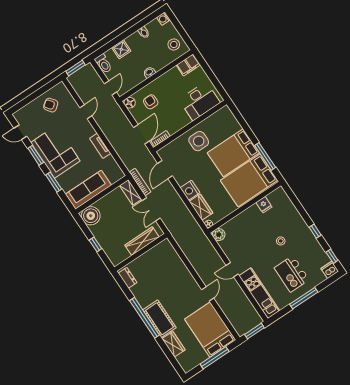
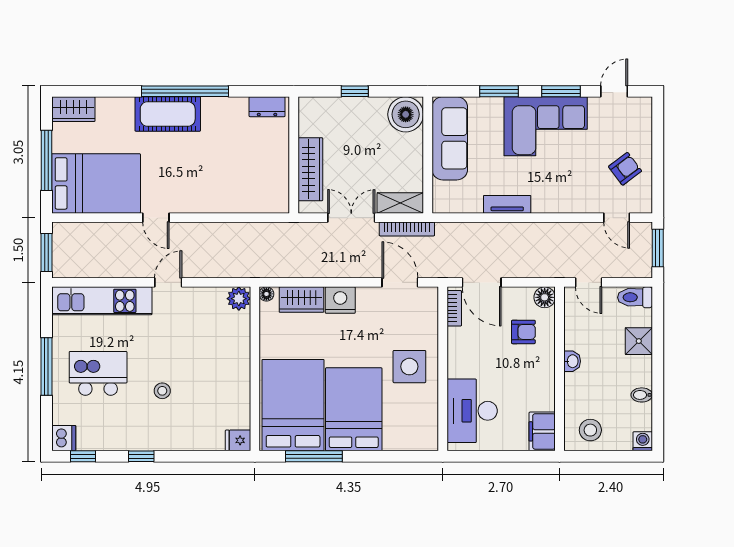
door: (86, 112) -> (617, 218), moved
fridge: (264, 205) -> (238, 440), moved
wardrobe: (173, 344) -> (73, 109), moved

